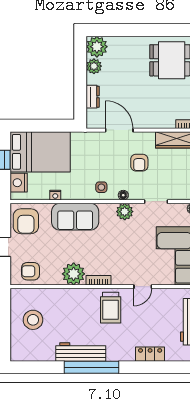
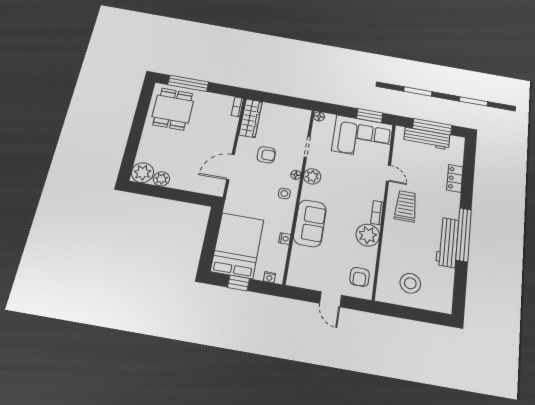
dresser: (93, 97) -> (192, 185), removed
nightstand: (19, 183) -> (269, 277), width x0.53, depth x0.56
armchair: (26, 221) -> (307, 272), removed
trolley: (111, 308) -> (406, 206), turned -90

